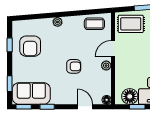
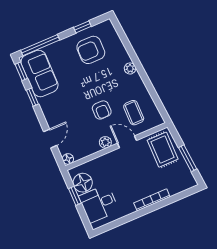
coffee table: (94, 24) -> (134, 113), moved
armchair: (74, 66) -> (102, 110), moved
window: (10, 84) -> (40, 45), width x2.17

